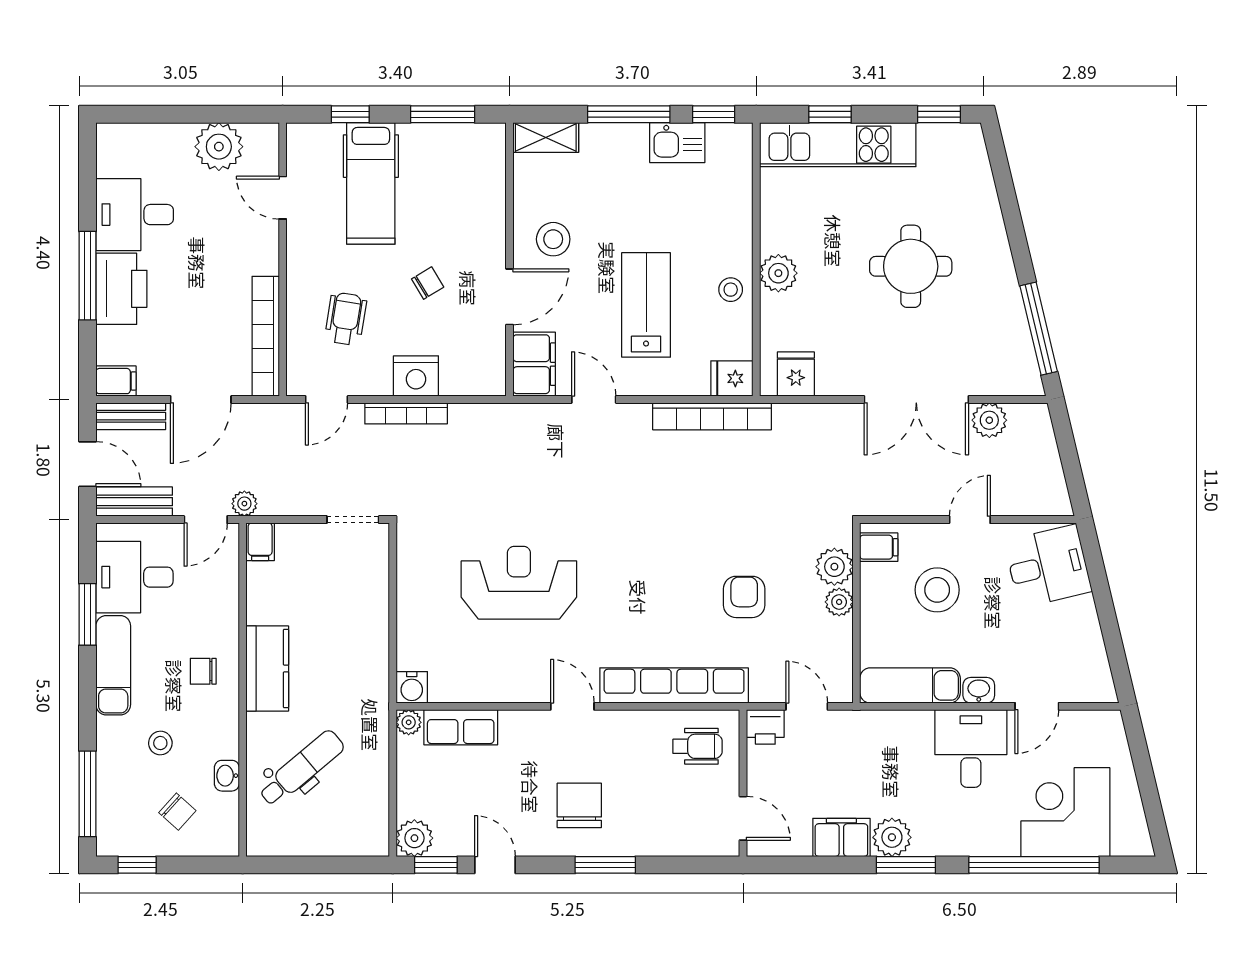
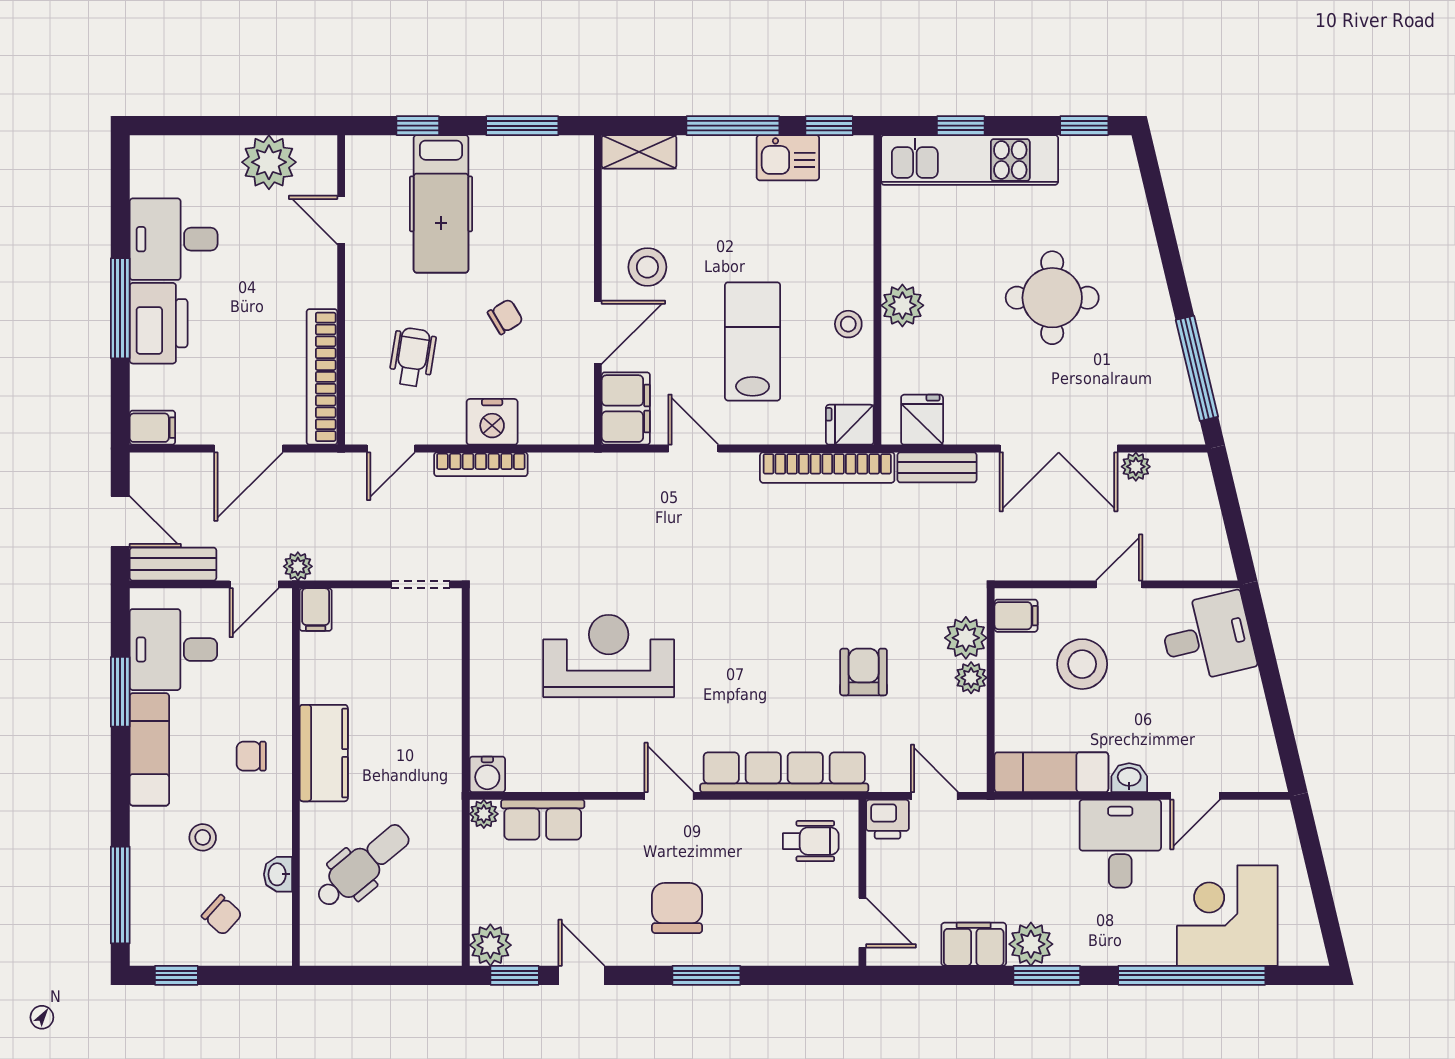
bench: (131, 416) -> (937, 467), moved
plant: (989, 420) -> (1136, 467), width x0.73, depth x0.73

